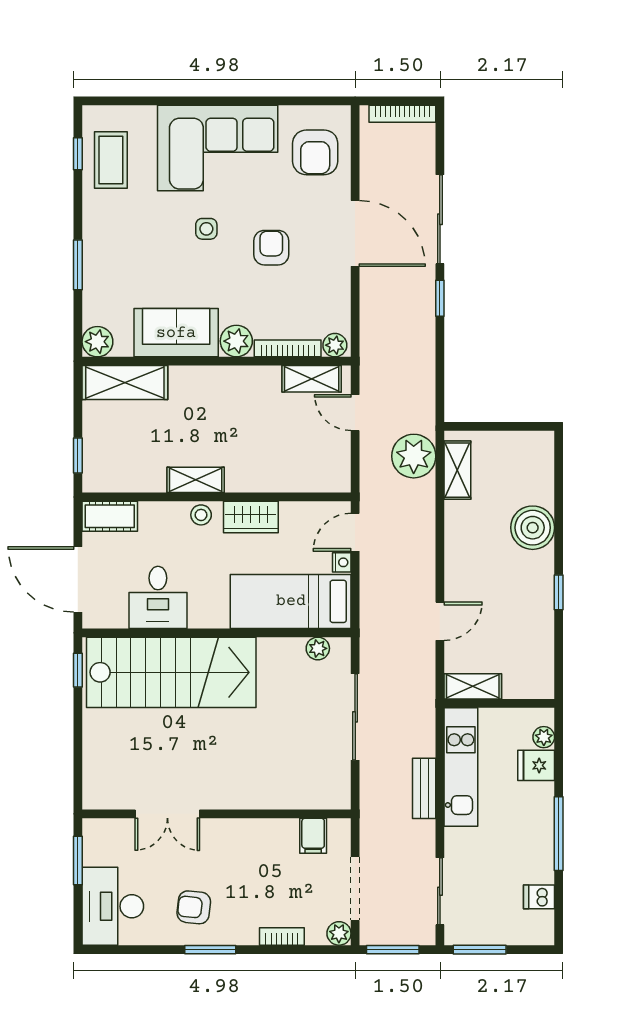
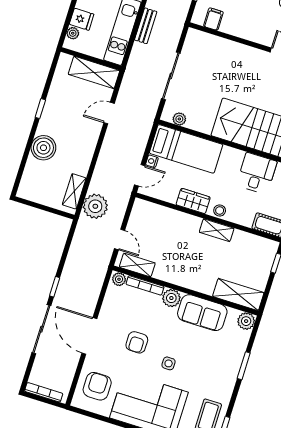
shelving: (473, 686) -> (94, 72), width x1.50, depth x1.33

